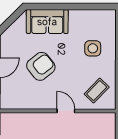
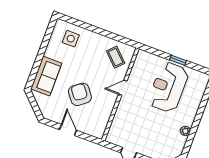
side table: (93, 48) -> (71, 39), moved

